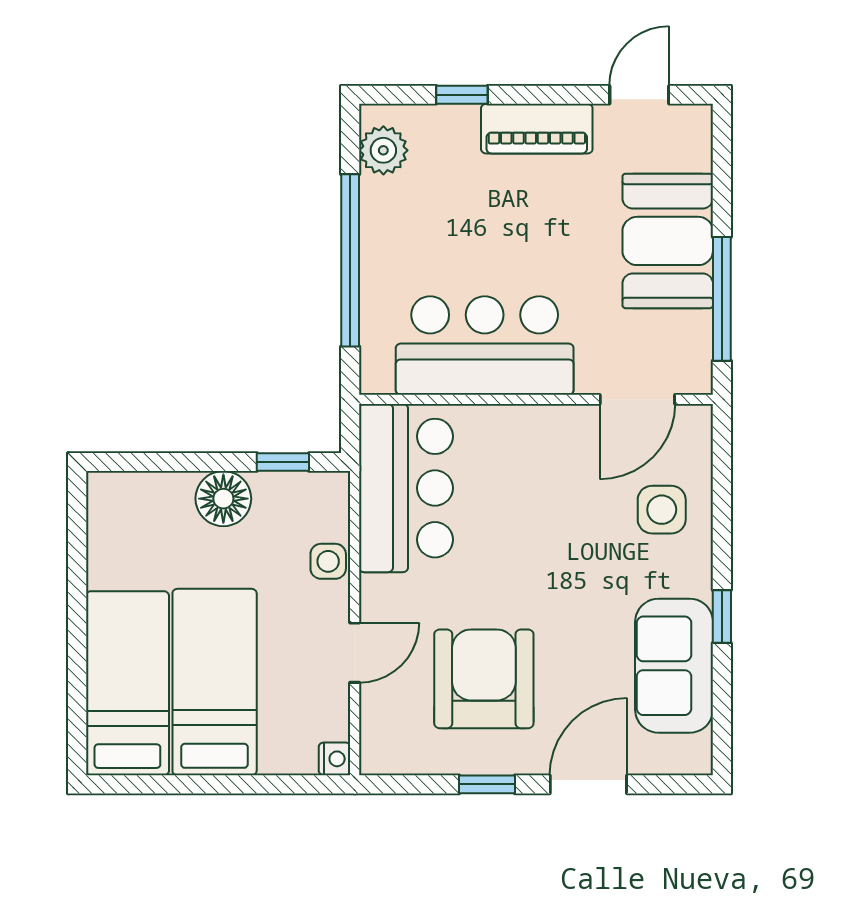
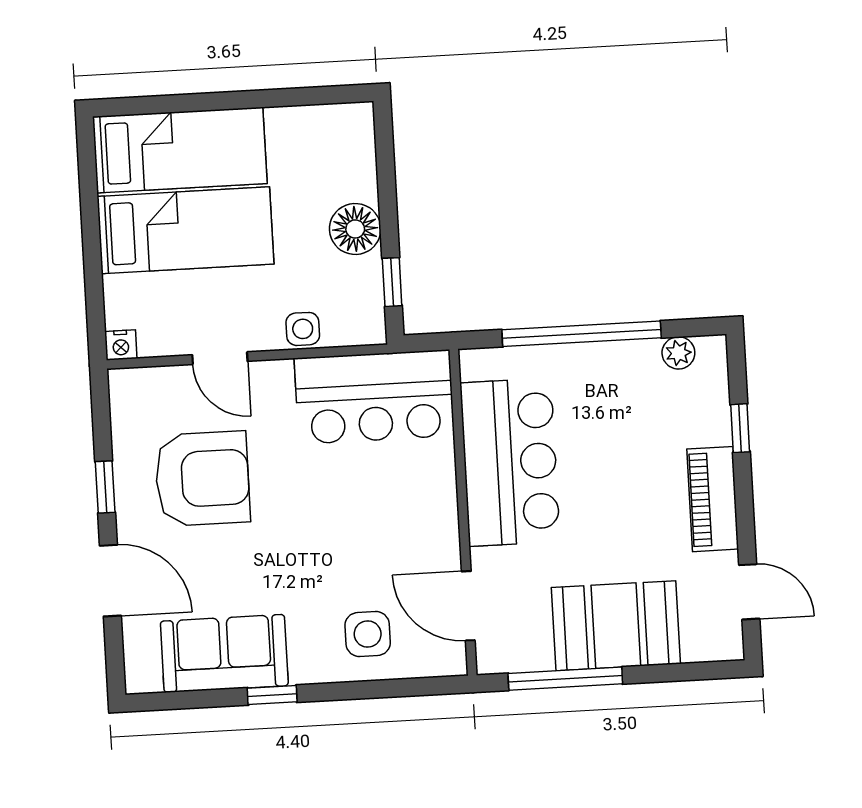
plant: (383, 150) -> (678, 353), width x0.73, depth x0.73

